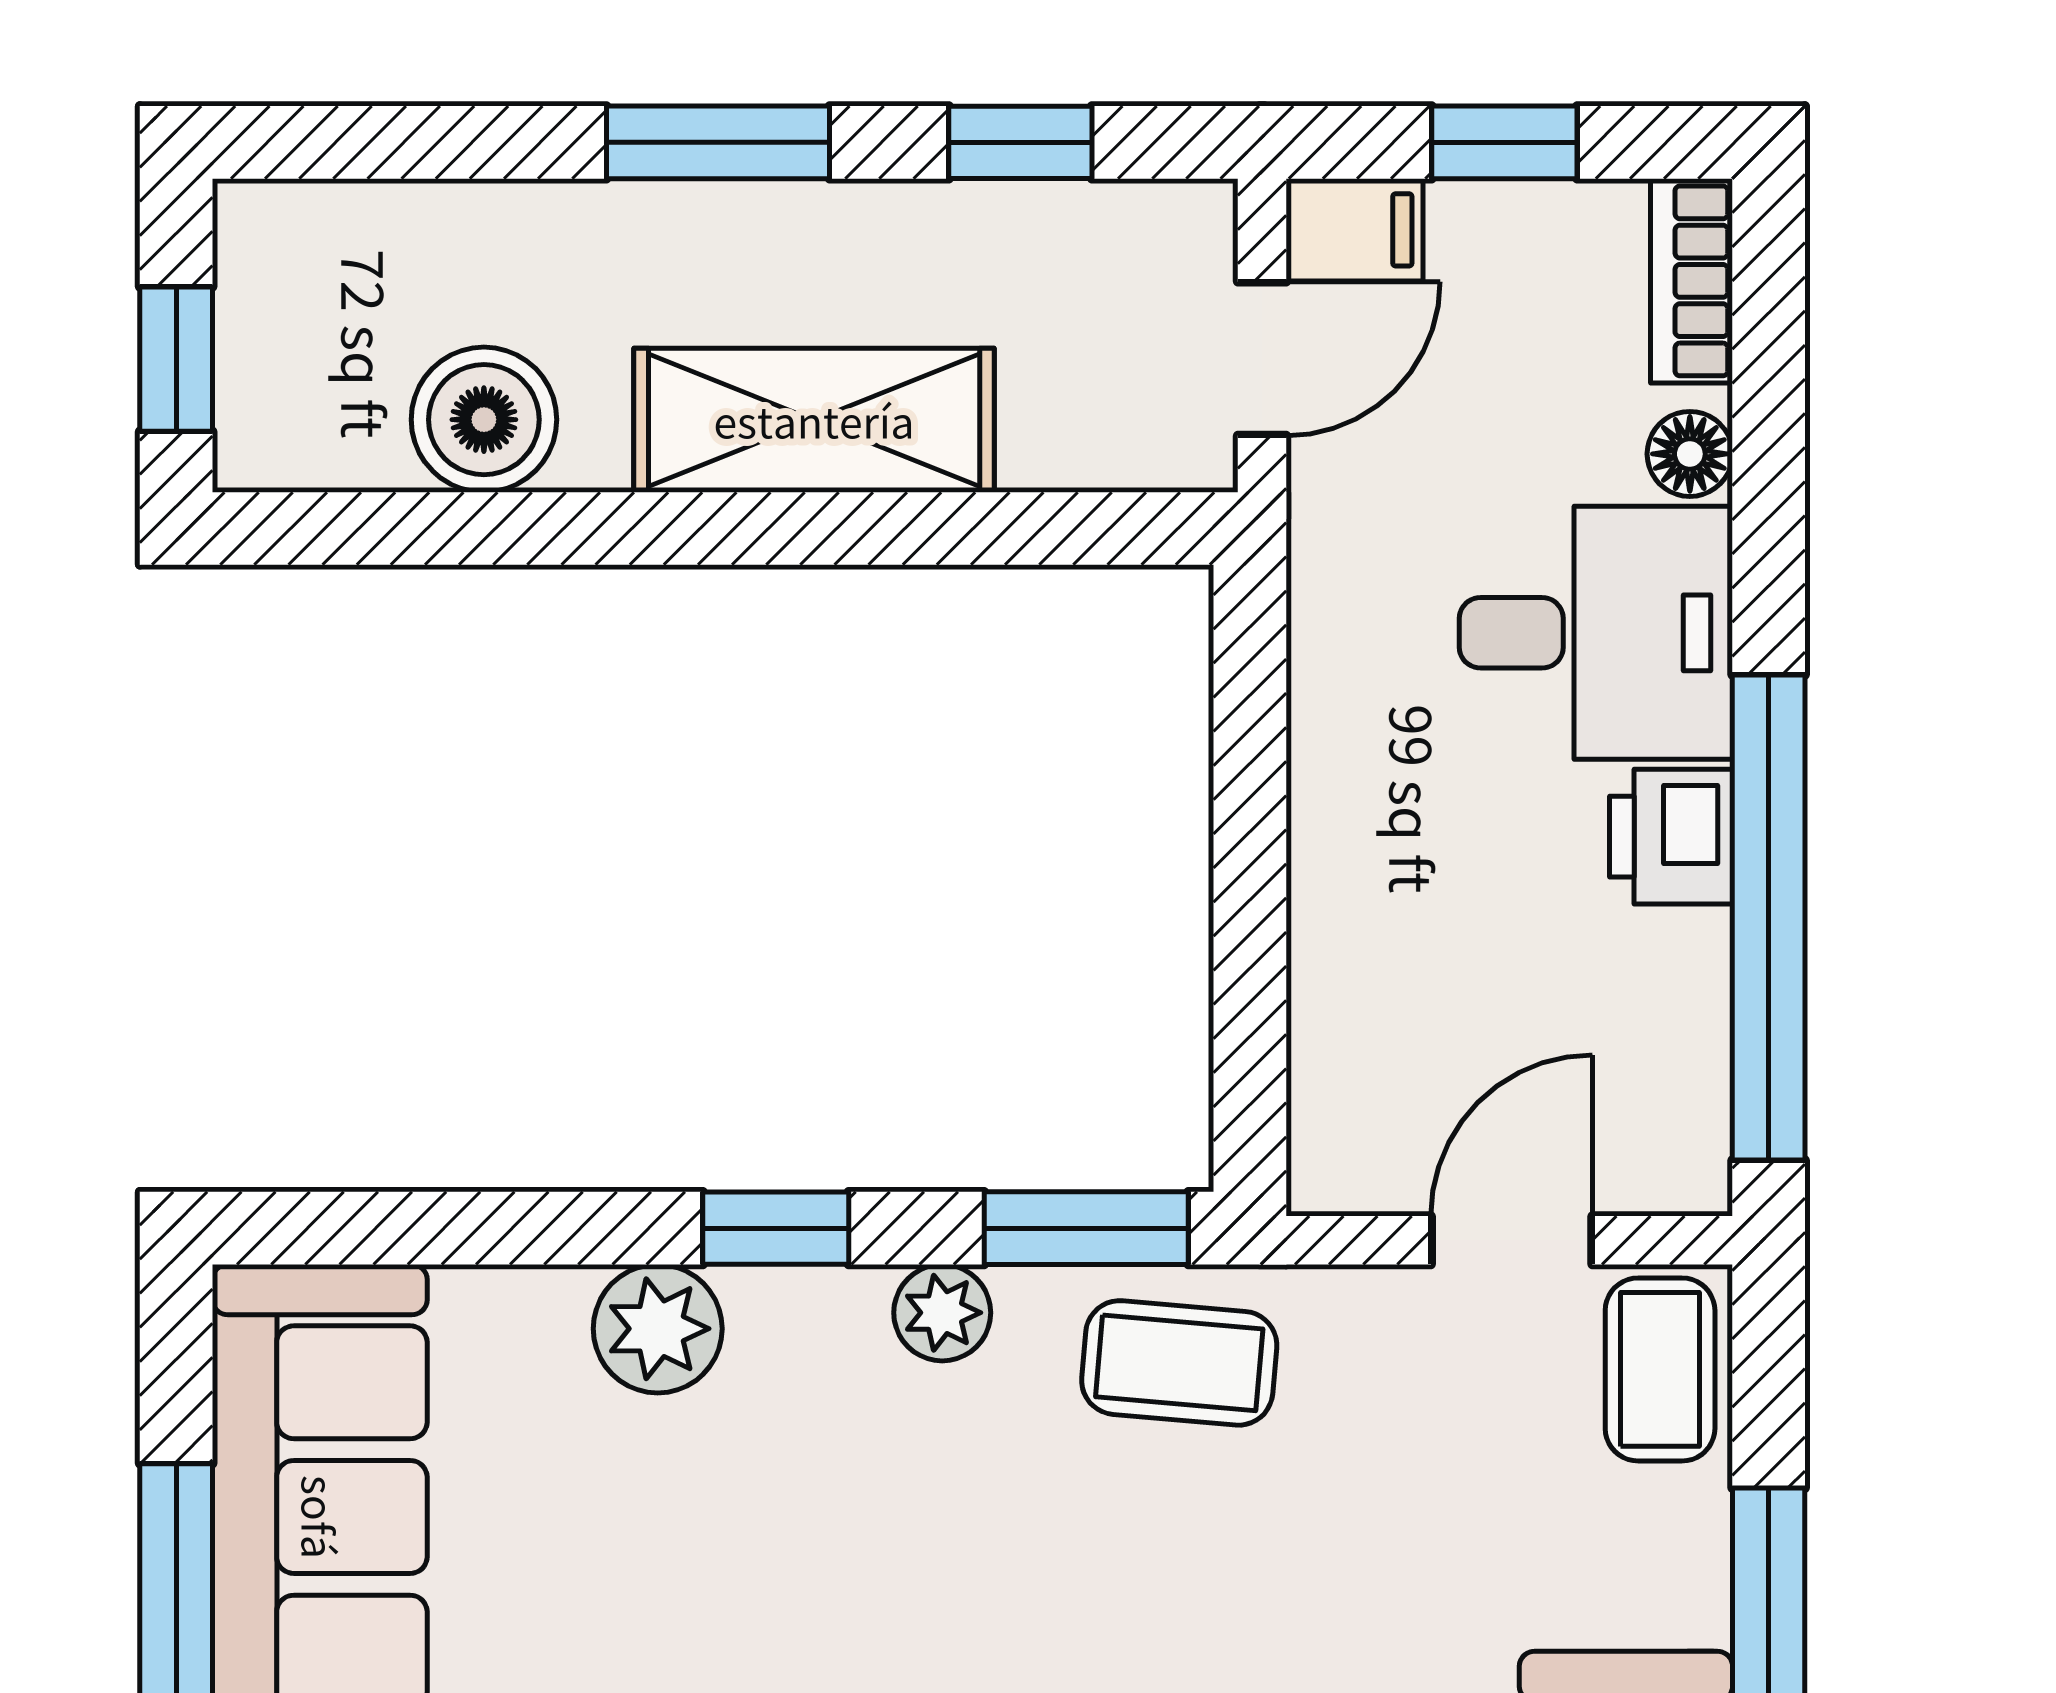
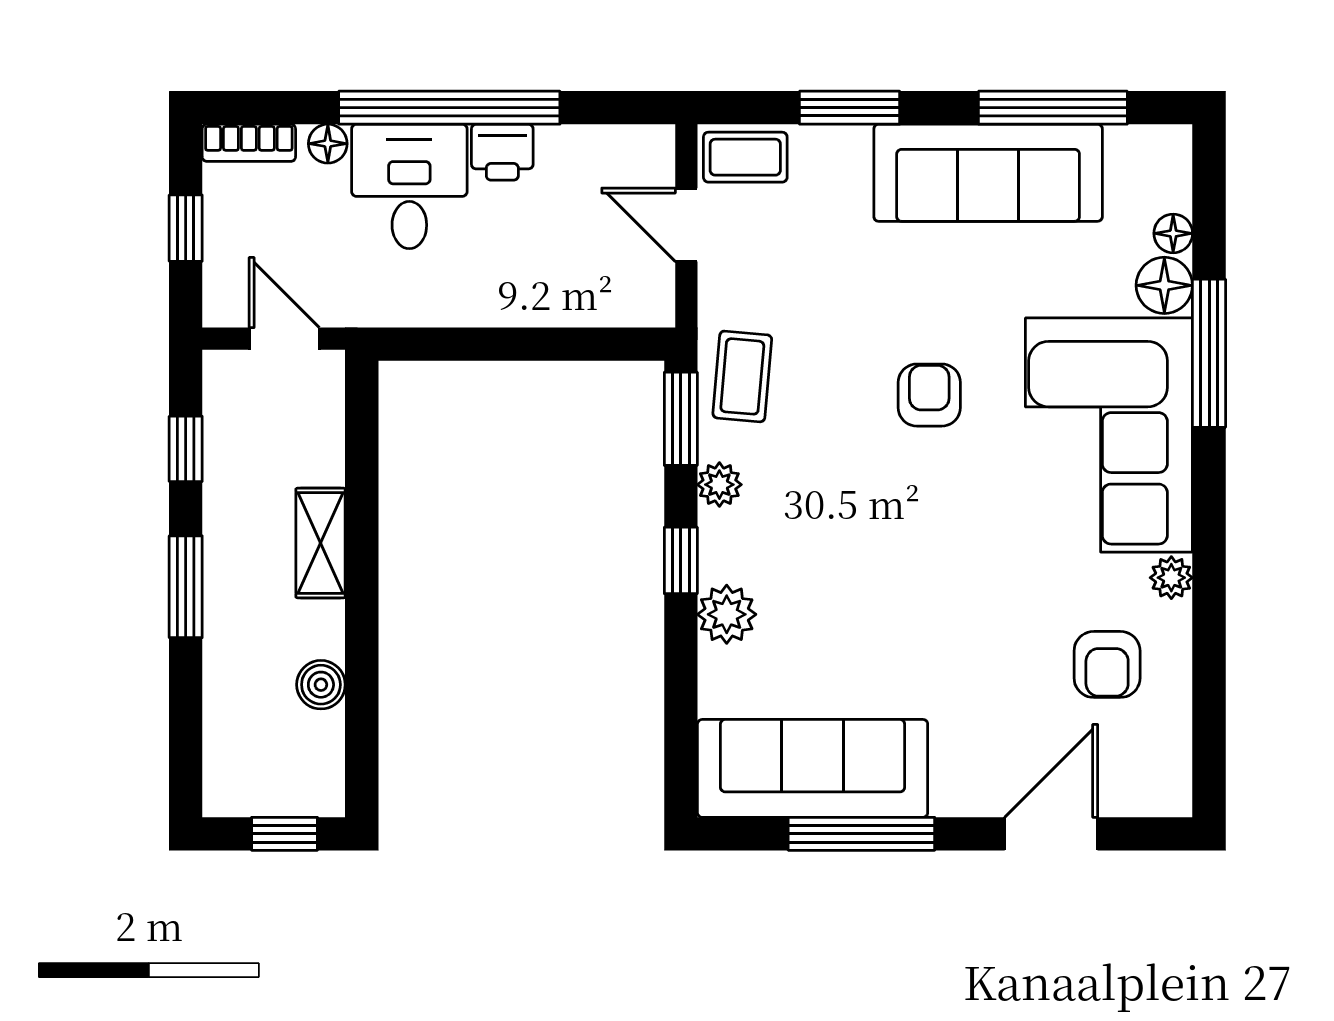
filing cabinet: (1354, 230) -> (226, 297), removed
boiler: (484, 420) -> (321, 685), width x0.73, depth x0.73
shelving: (814, 420) -> (321, 543), width x0.67, depth x0.75
window: (1769, 918) -> (449, 108), moved

